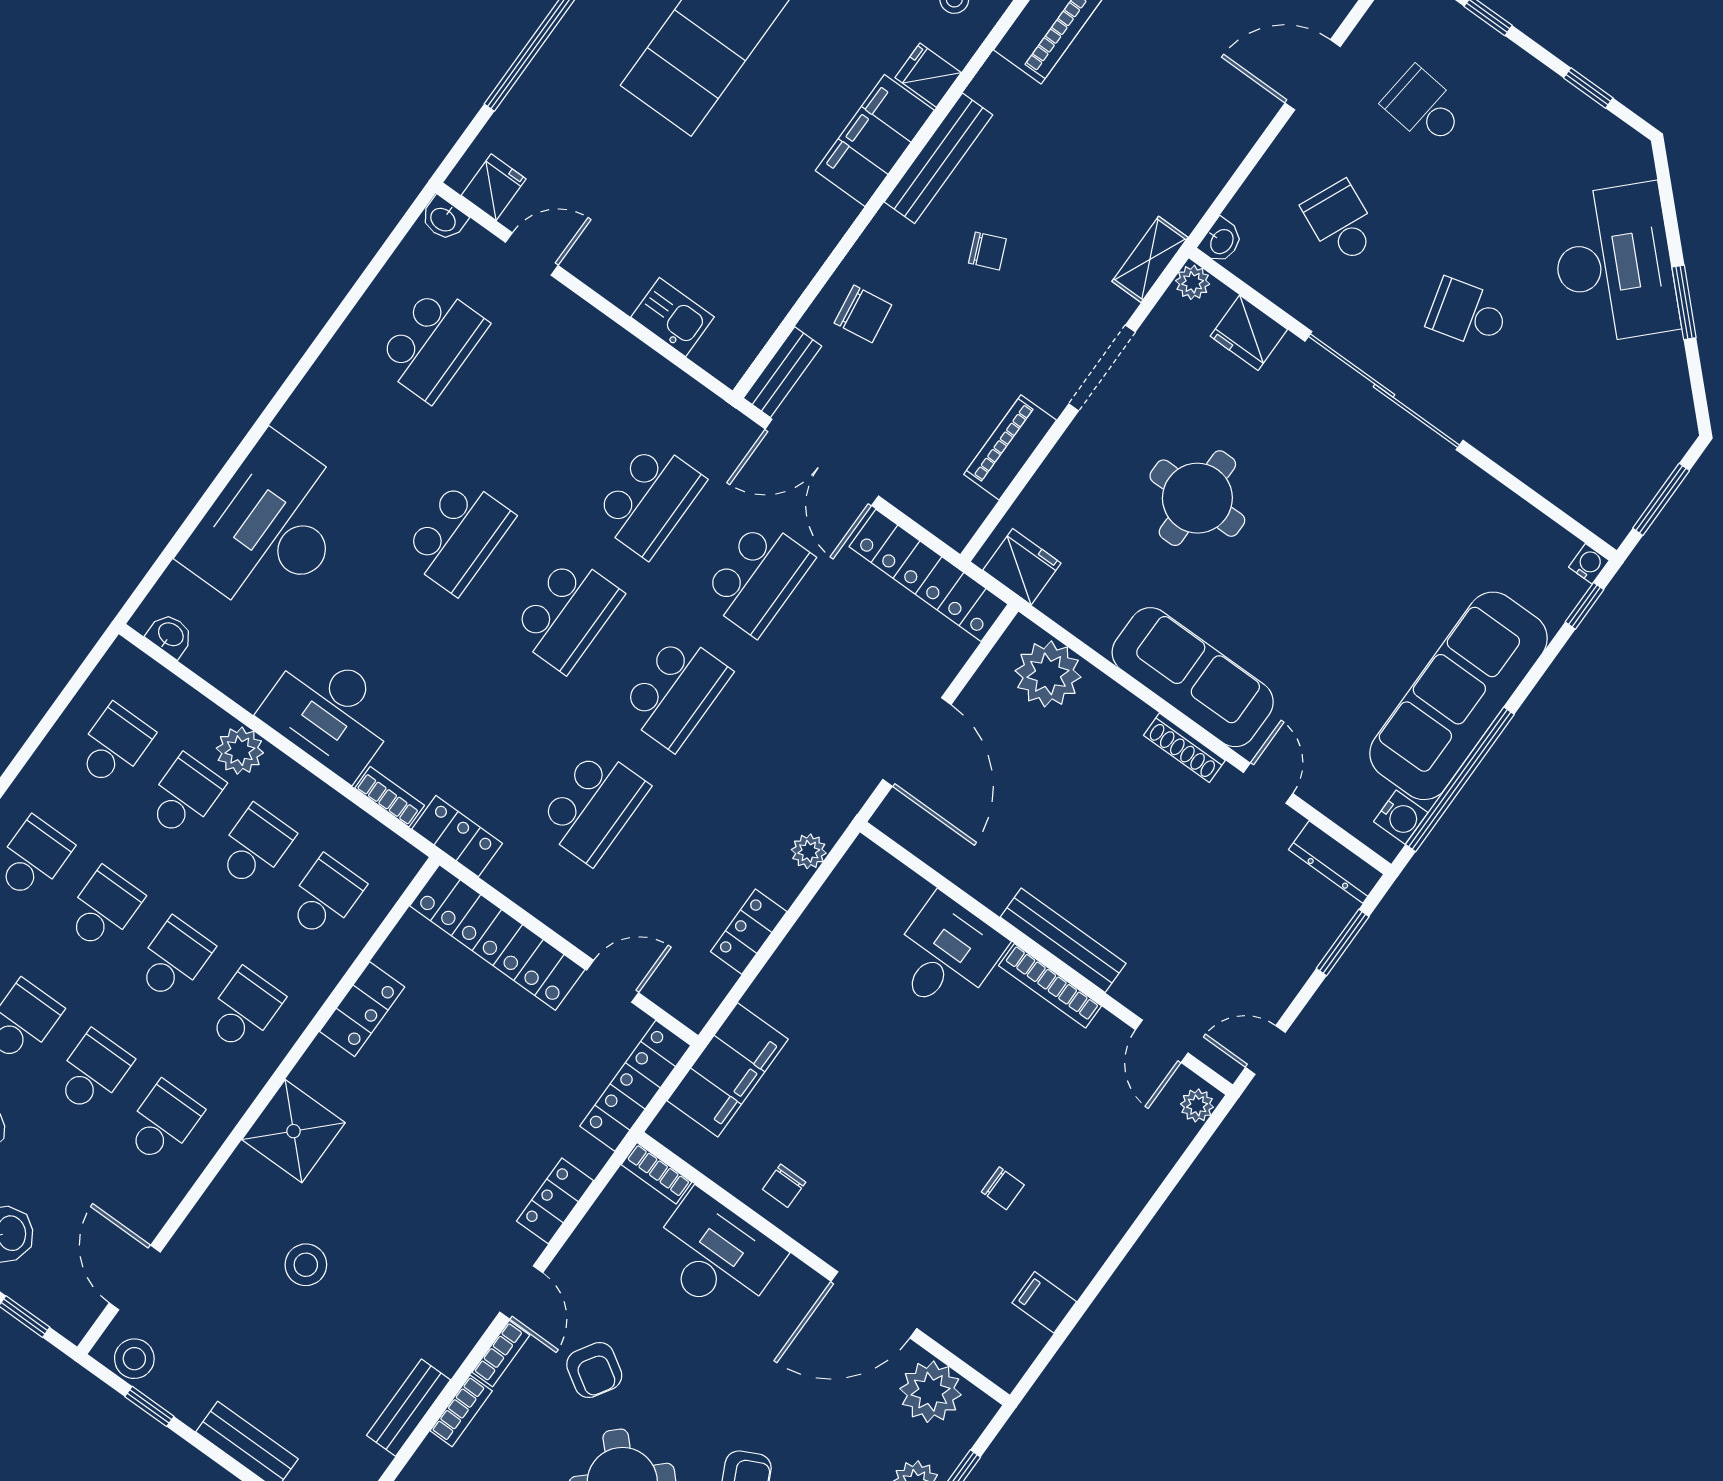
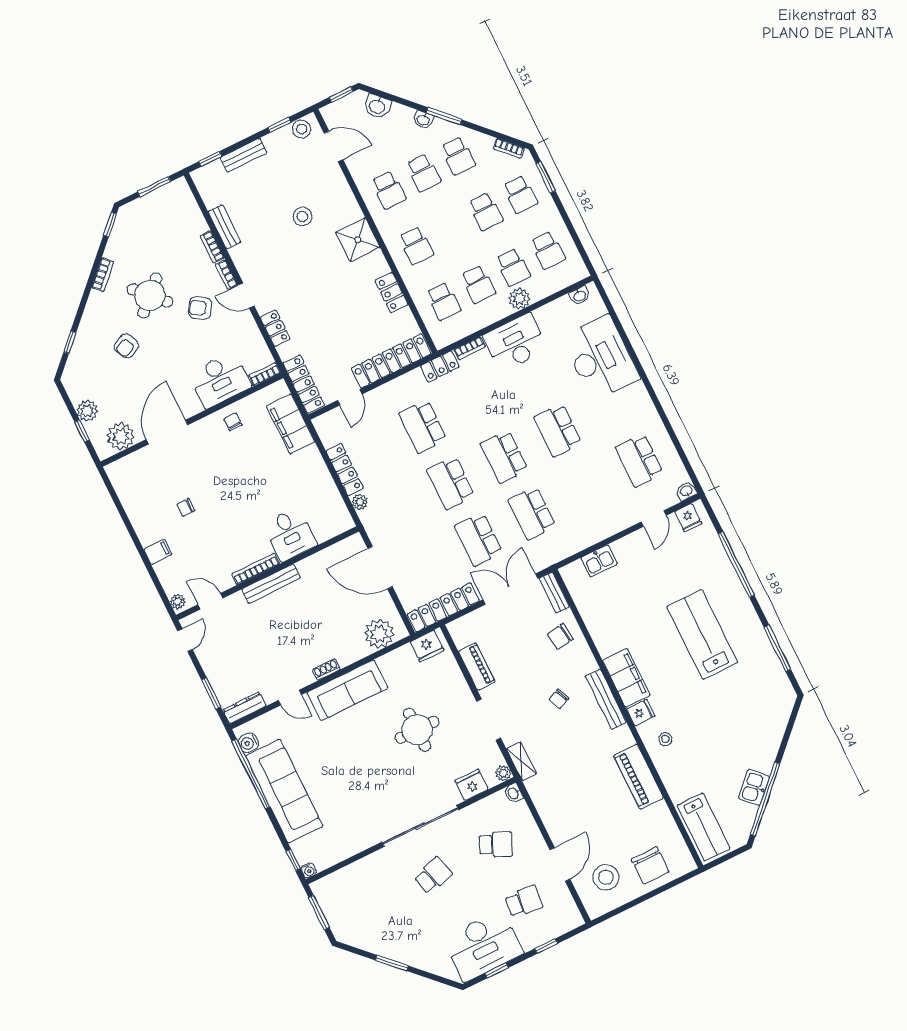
desk: (1614, 264) -> (483, 946), moved, turned -45
shoe rack: (1184, 748) -> (326, 670), width x0.70
locker: (749, 932) -> (345, 470), width x1.53
school desk: (174, 959) -> (451, 229), removed
filing cabinet: (1044, 1302) -> (158, 552), moved

